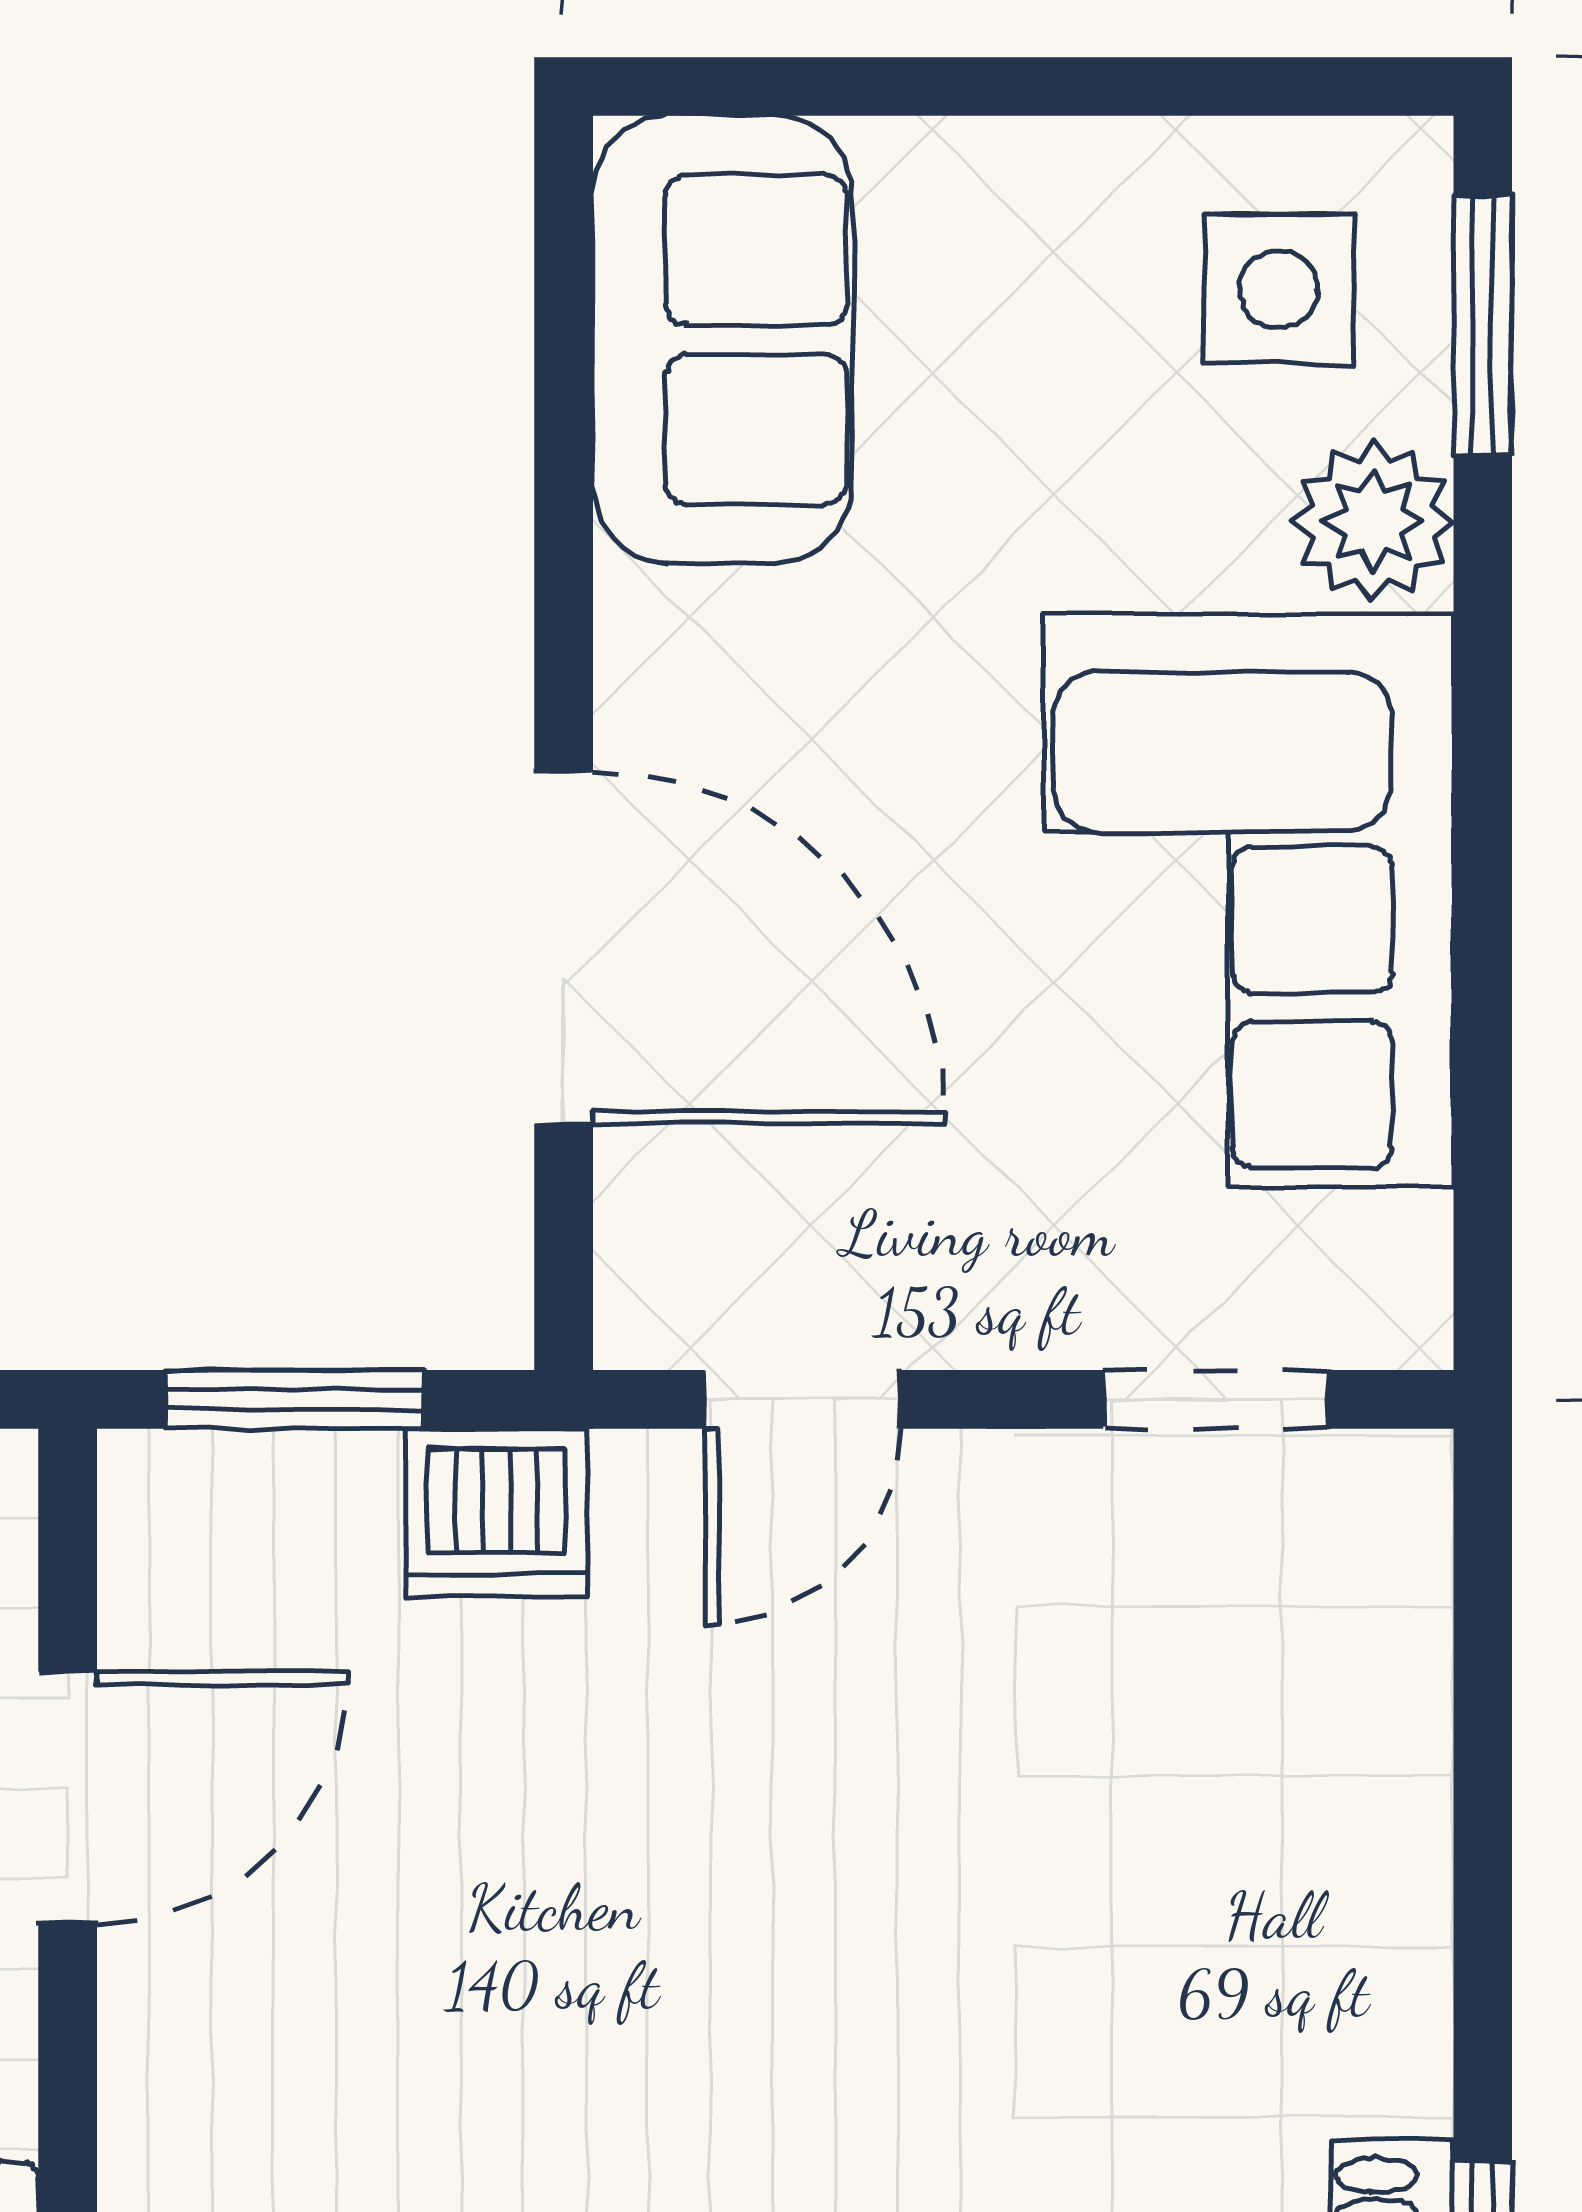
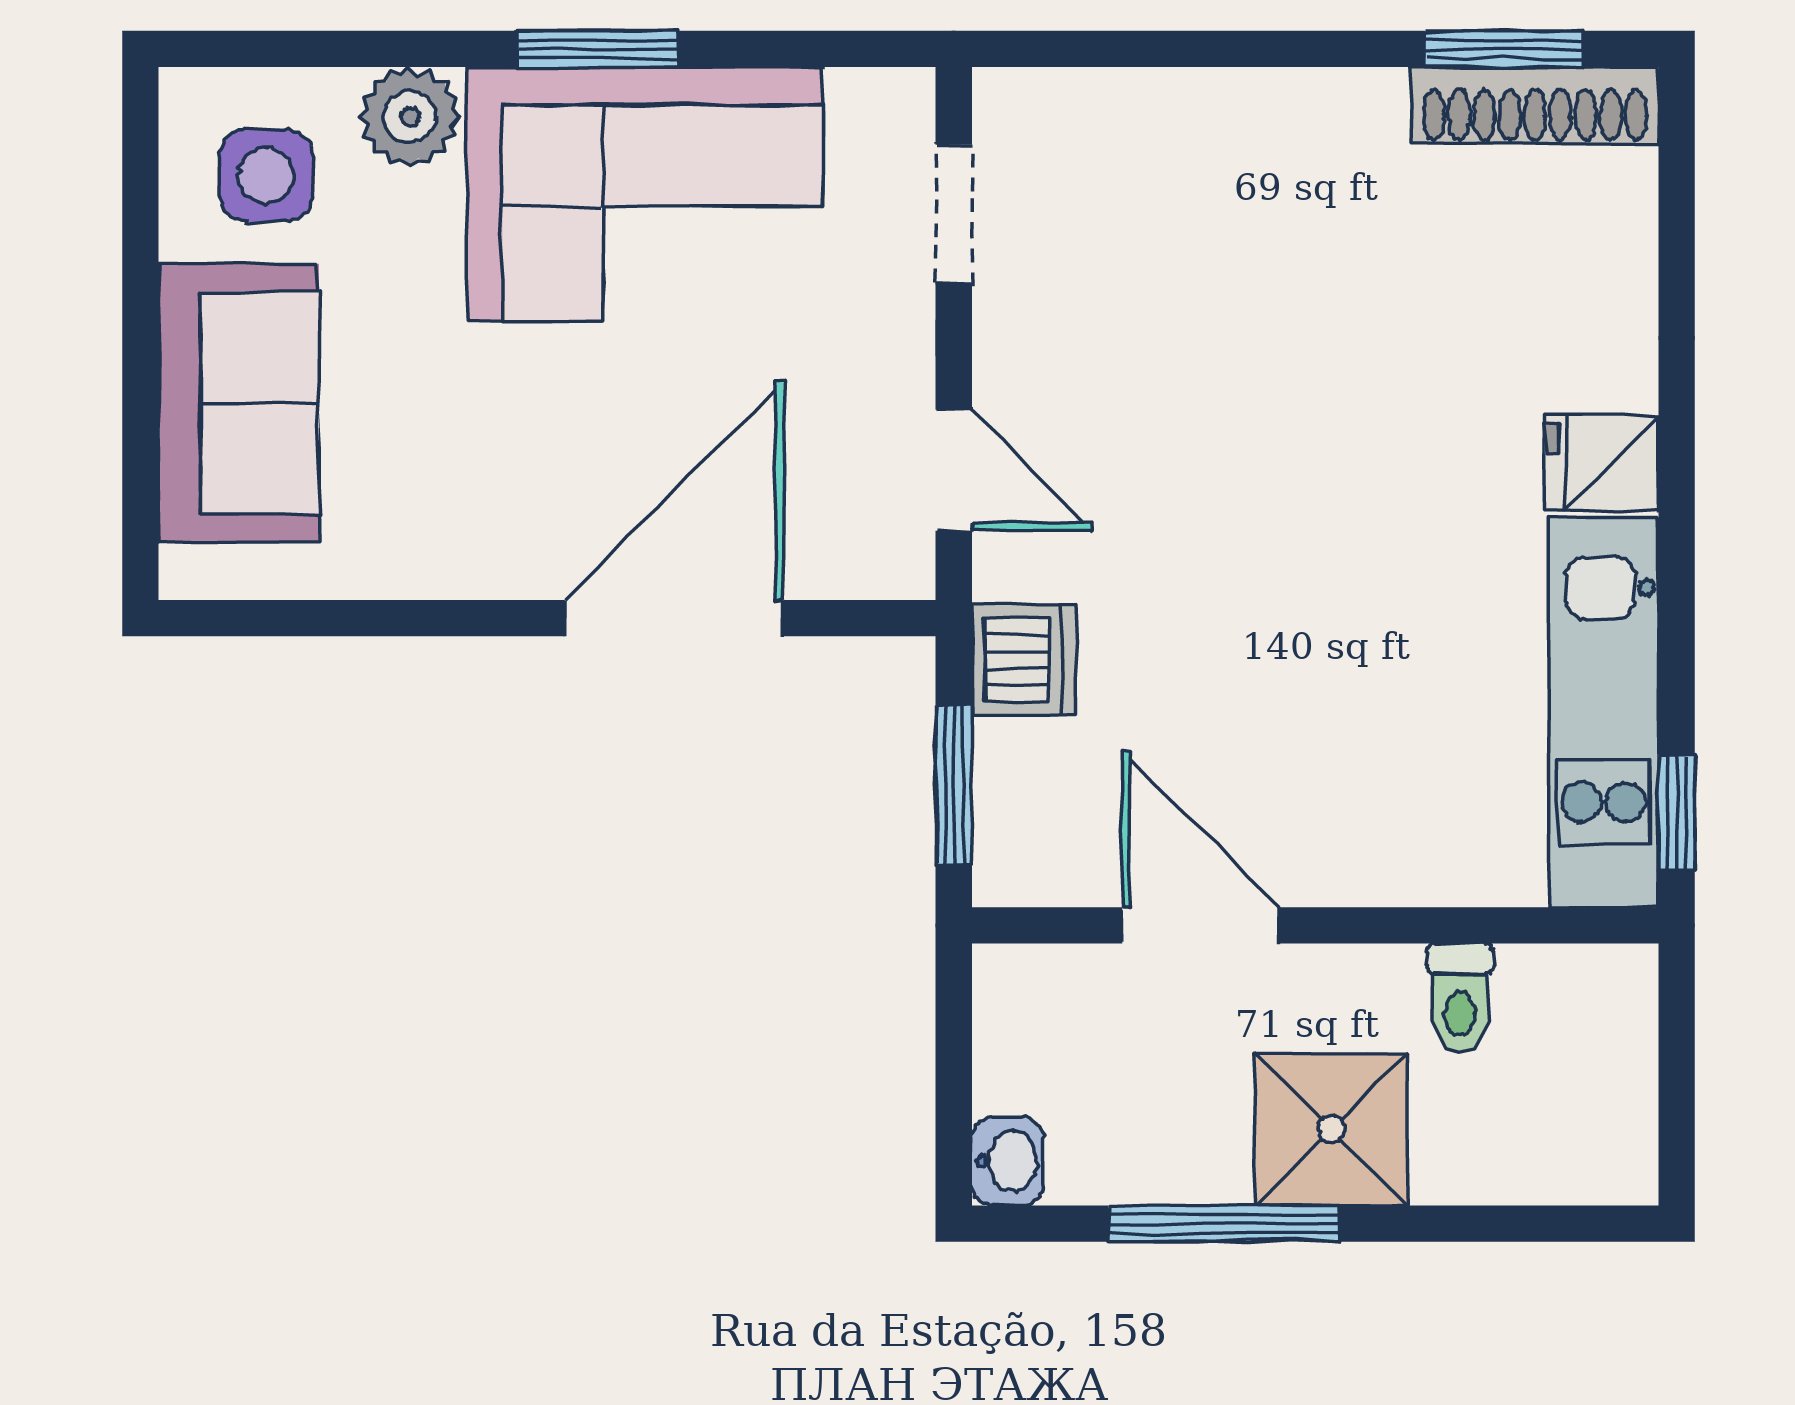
window: (1483, 325) -> (597, 49), moved
sofa: (722, 340) -> (239, 403), moved, turned 90

